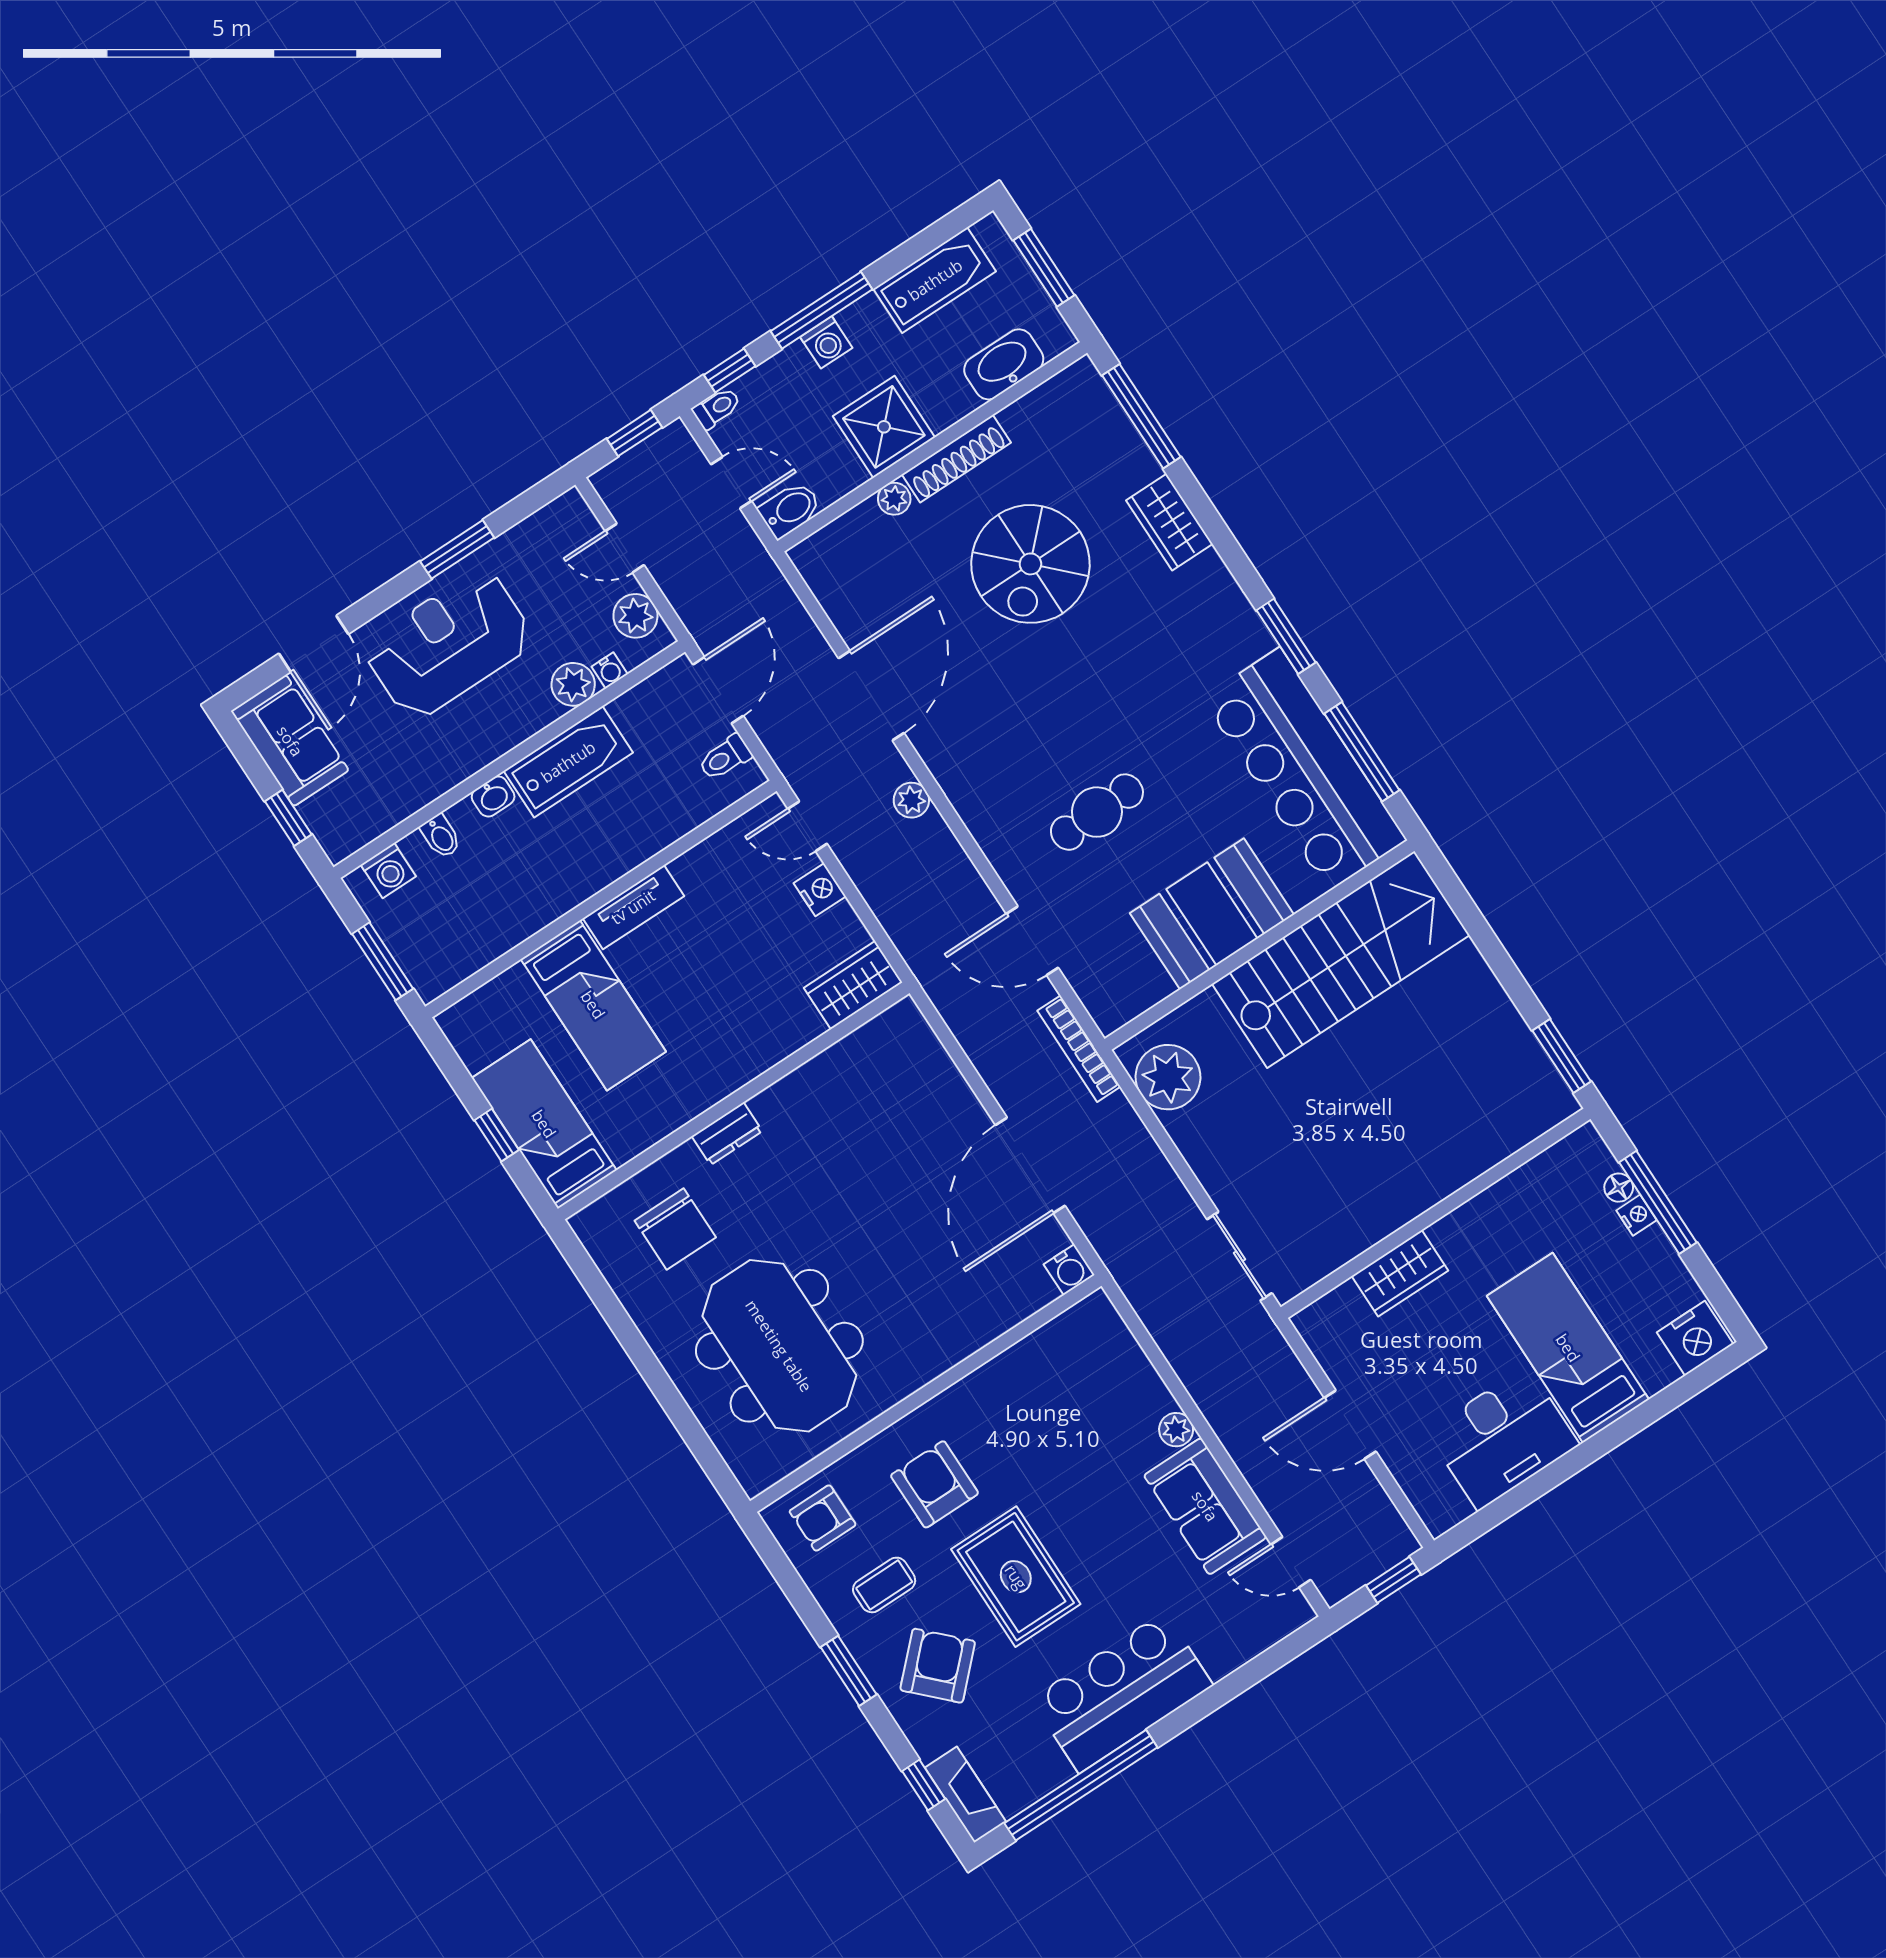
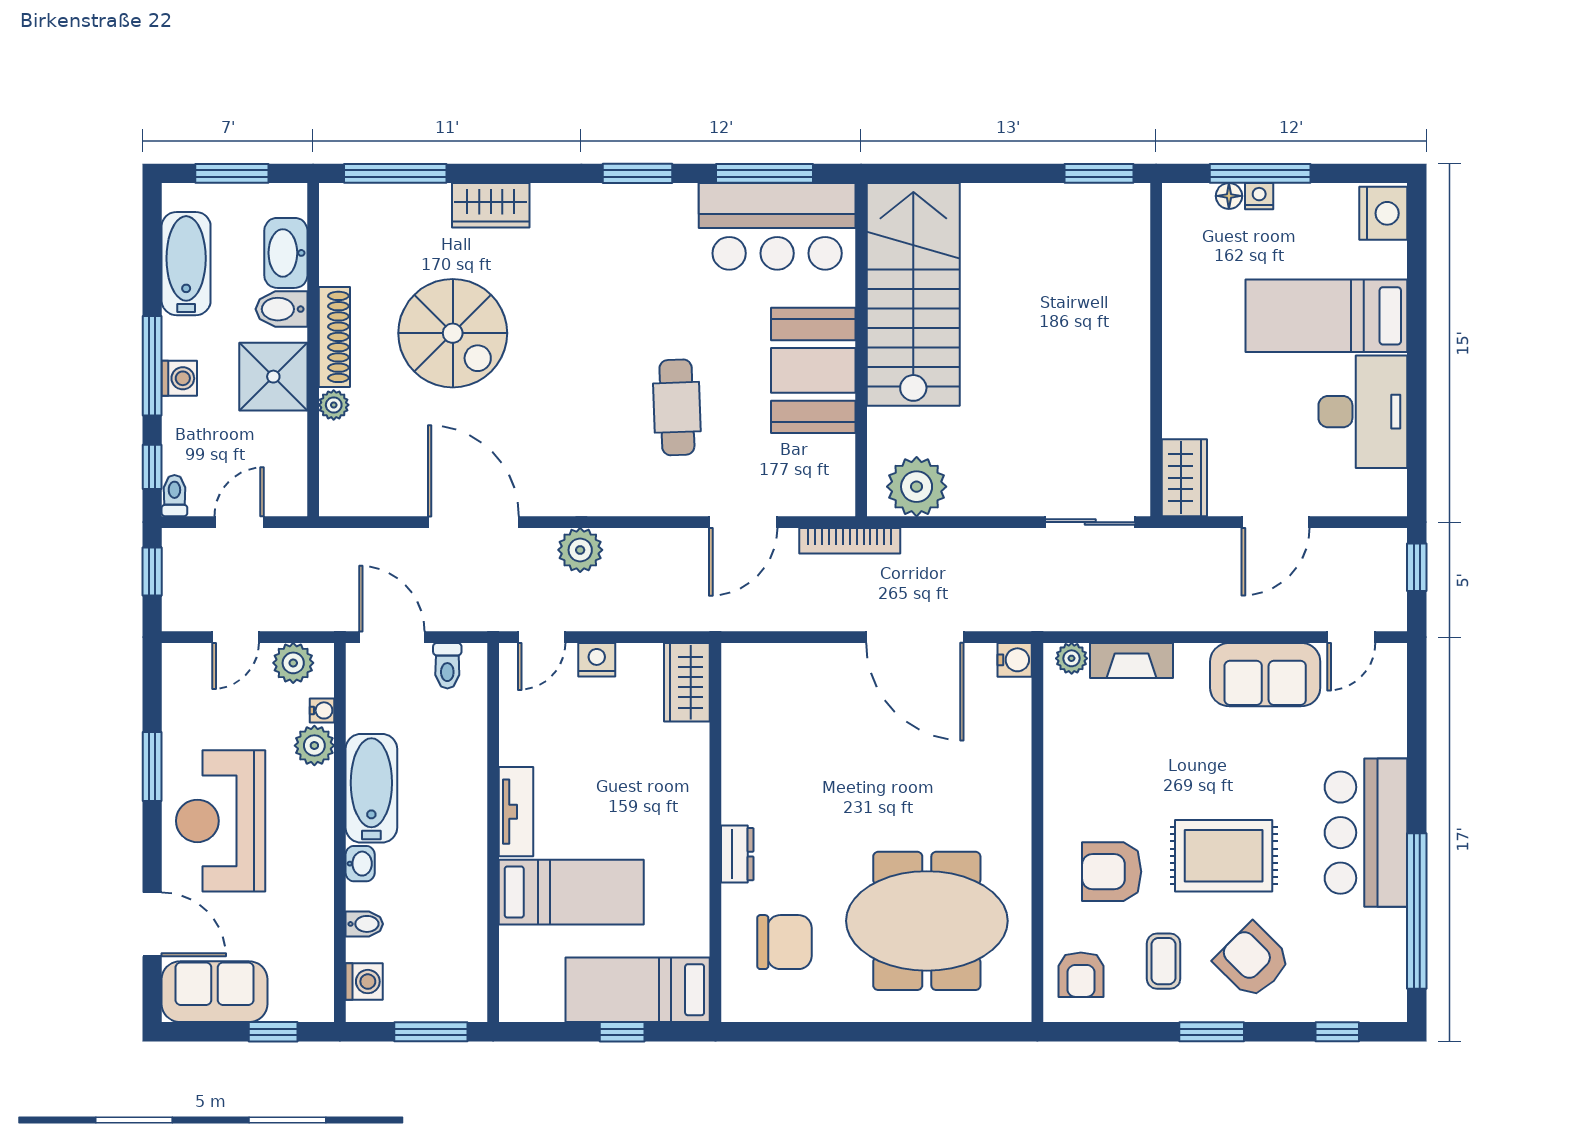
bidet: (790, 509) -> (281, 309), moved, turned -90
bar counter: (1304, 769) -> (777, 226), width x0.73
plant: (911, 800) -> (580, 550), width x1.38, depth x1.38
wardrobe: (1400, 1273) -> (1184, 478), moved
plant: (1176, 1430) -> (1072, 658), moved
fireplace: (965, 1795) -> (1132, 660), moved, turned 180

